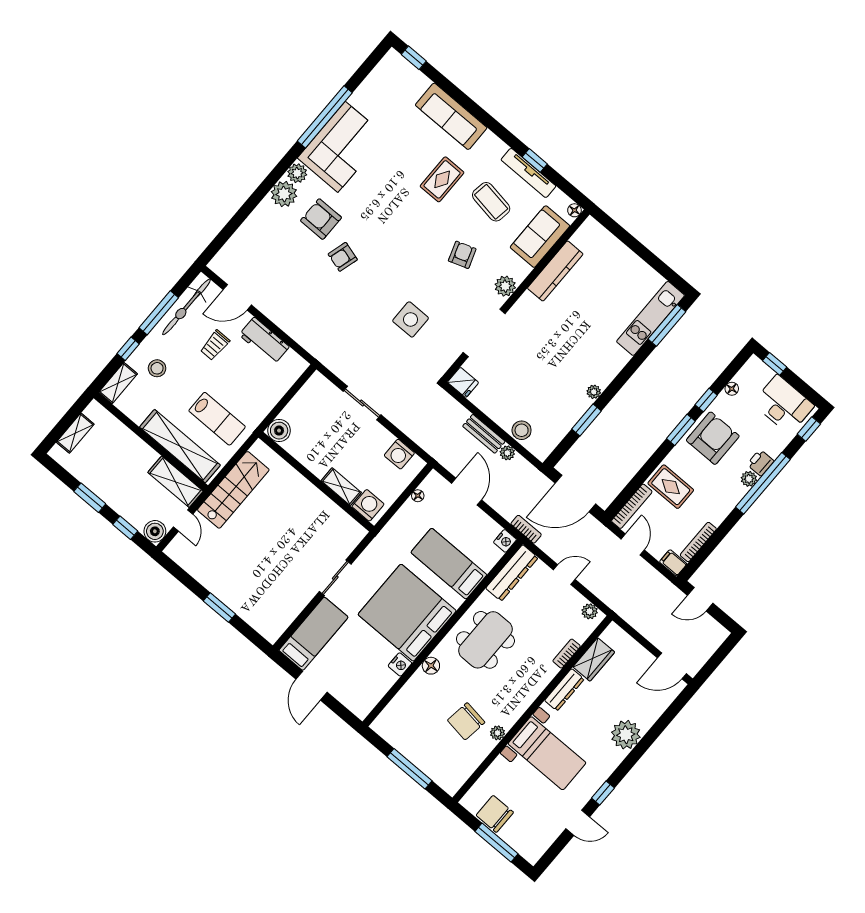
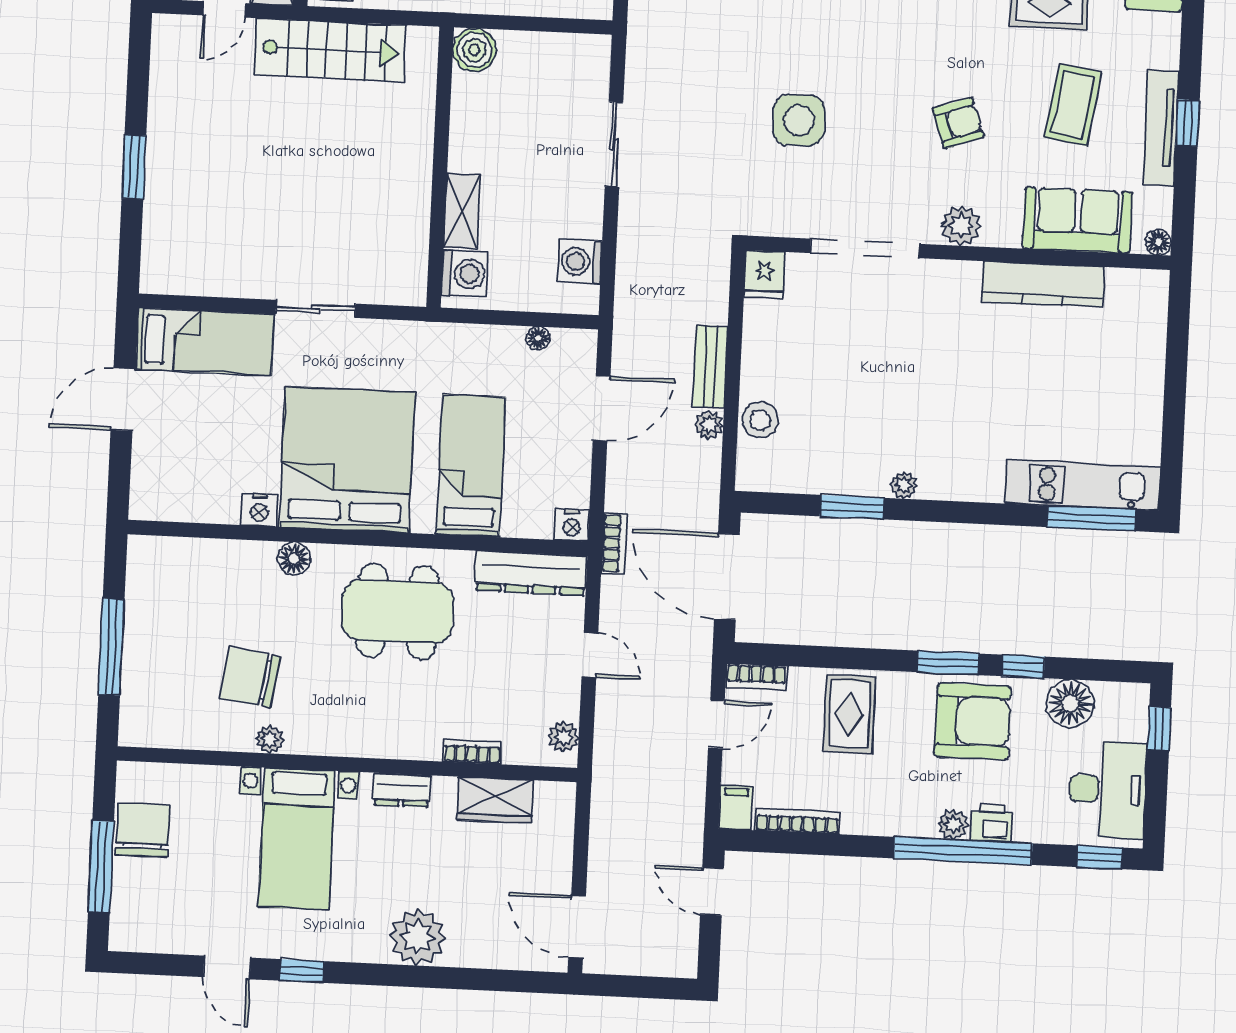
floor lamp: (732, 389) -> (1070, 703), width x1.89, depth x1.89
bookcase: (632, 506) -> (756, 677), width x0.64
dresser: (564, 690) -> (402, 790), width x0.70

